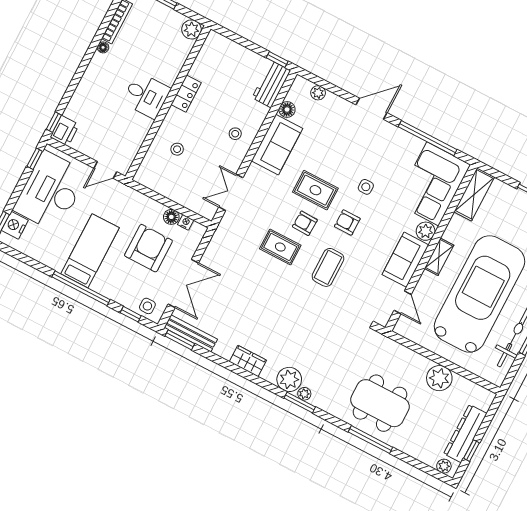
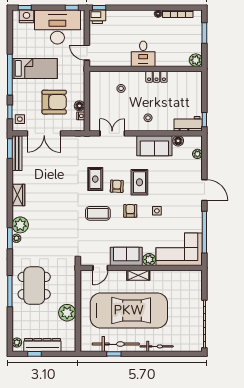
shelving: (474, 194) -> (186, 277), removed

